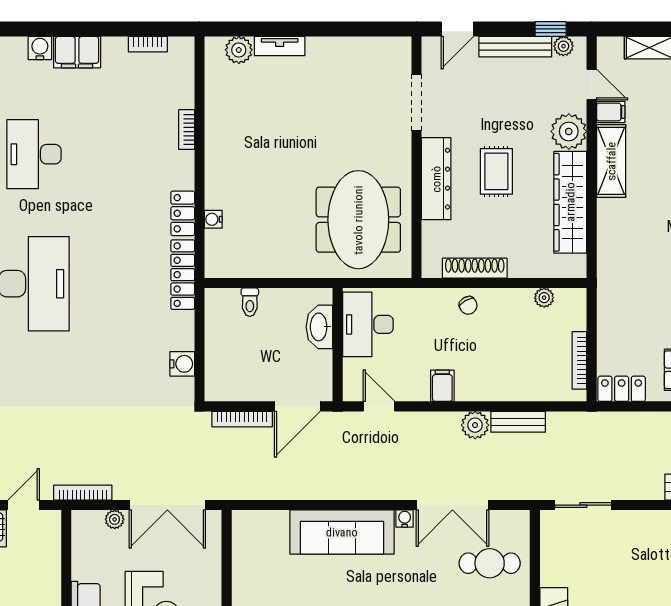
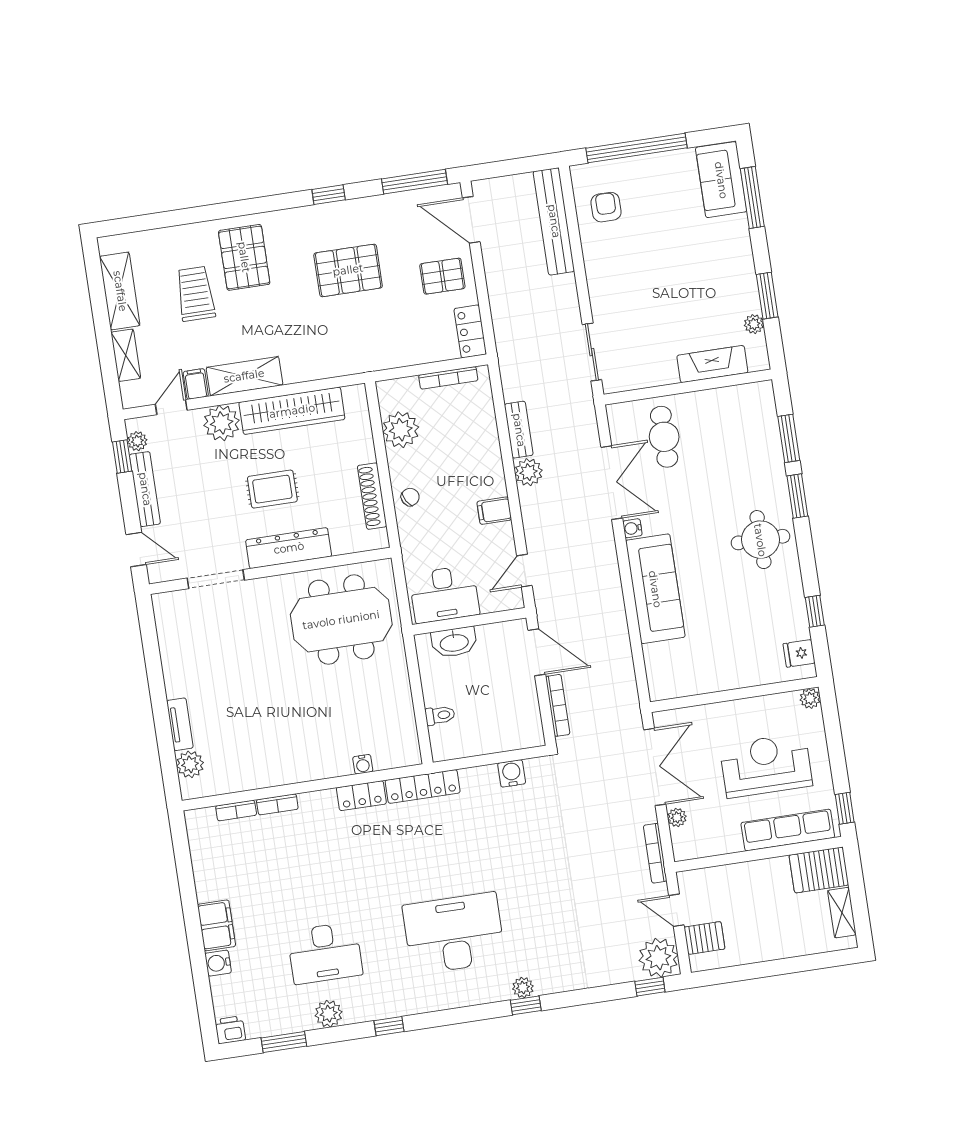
bookcase: (148, 44) -> (236, 810), moved, turned 90
plant: (544, 298) -> (401, 430), width x1.88, depth x1.88

